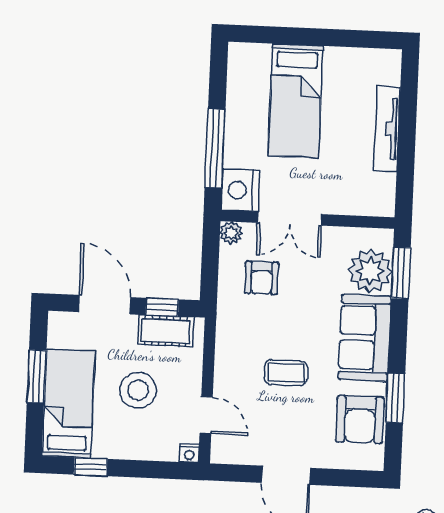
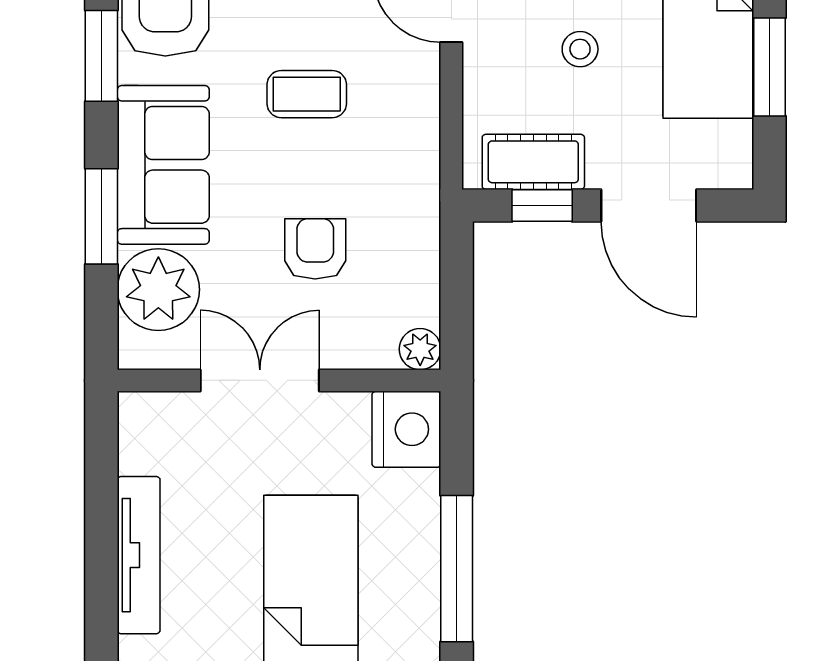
window: (215, 148) -> (457, 569), moved
double door: (290, 219) -> (260, 380), moved
window: (401, 273) -> (101, 216), moved
armchair: (262, 278) -> (315, 249), moved
stool: (138, 390) -> (580, 49), width x0.53, depth x0.53

